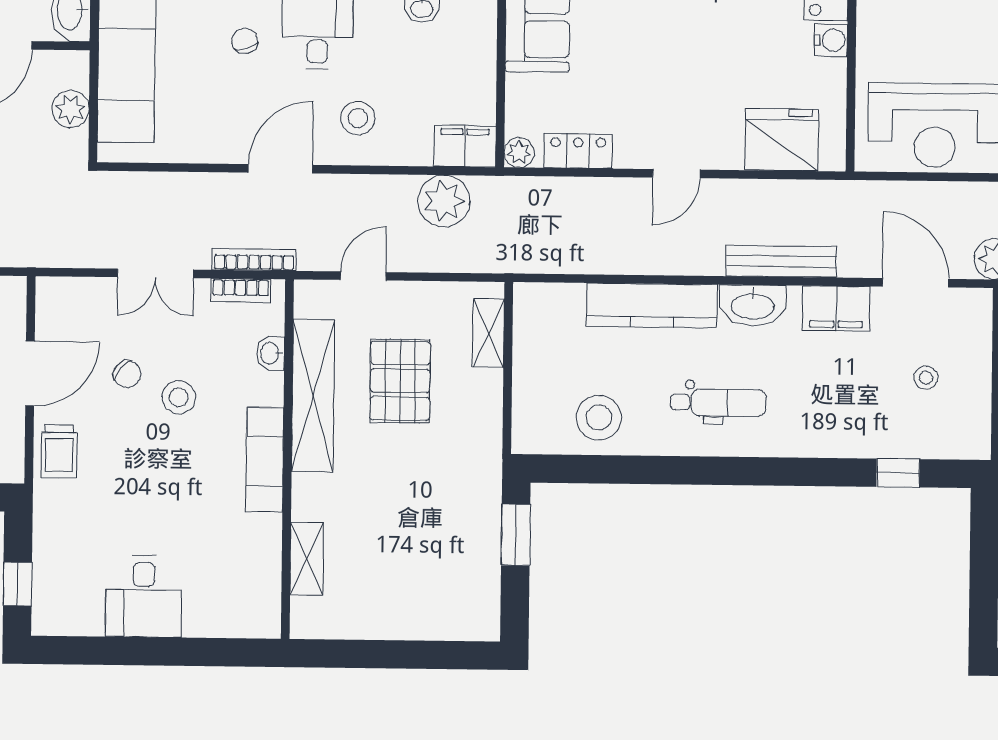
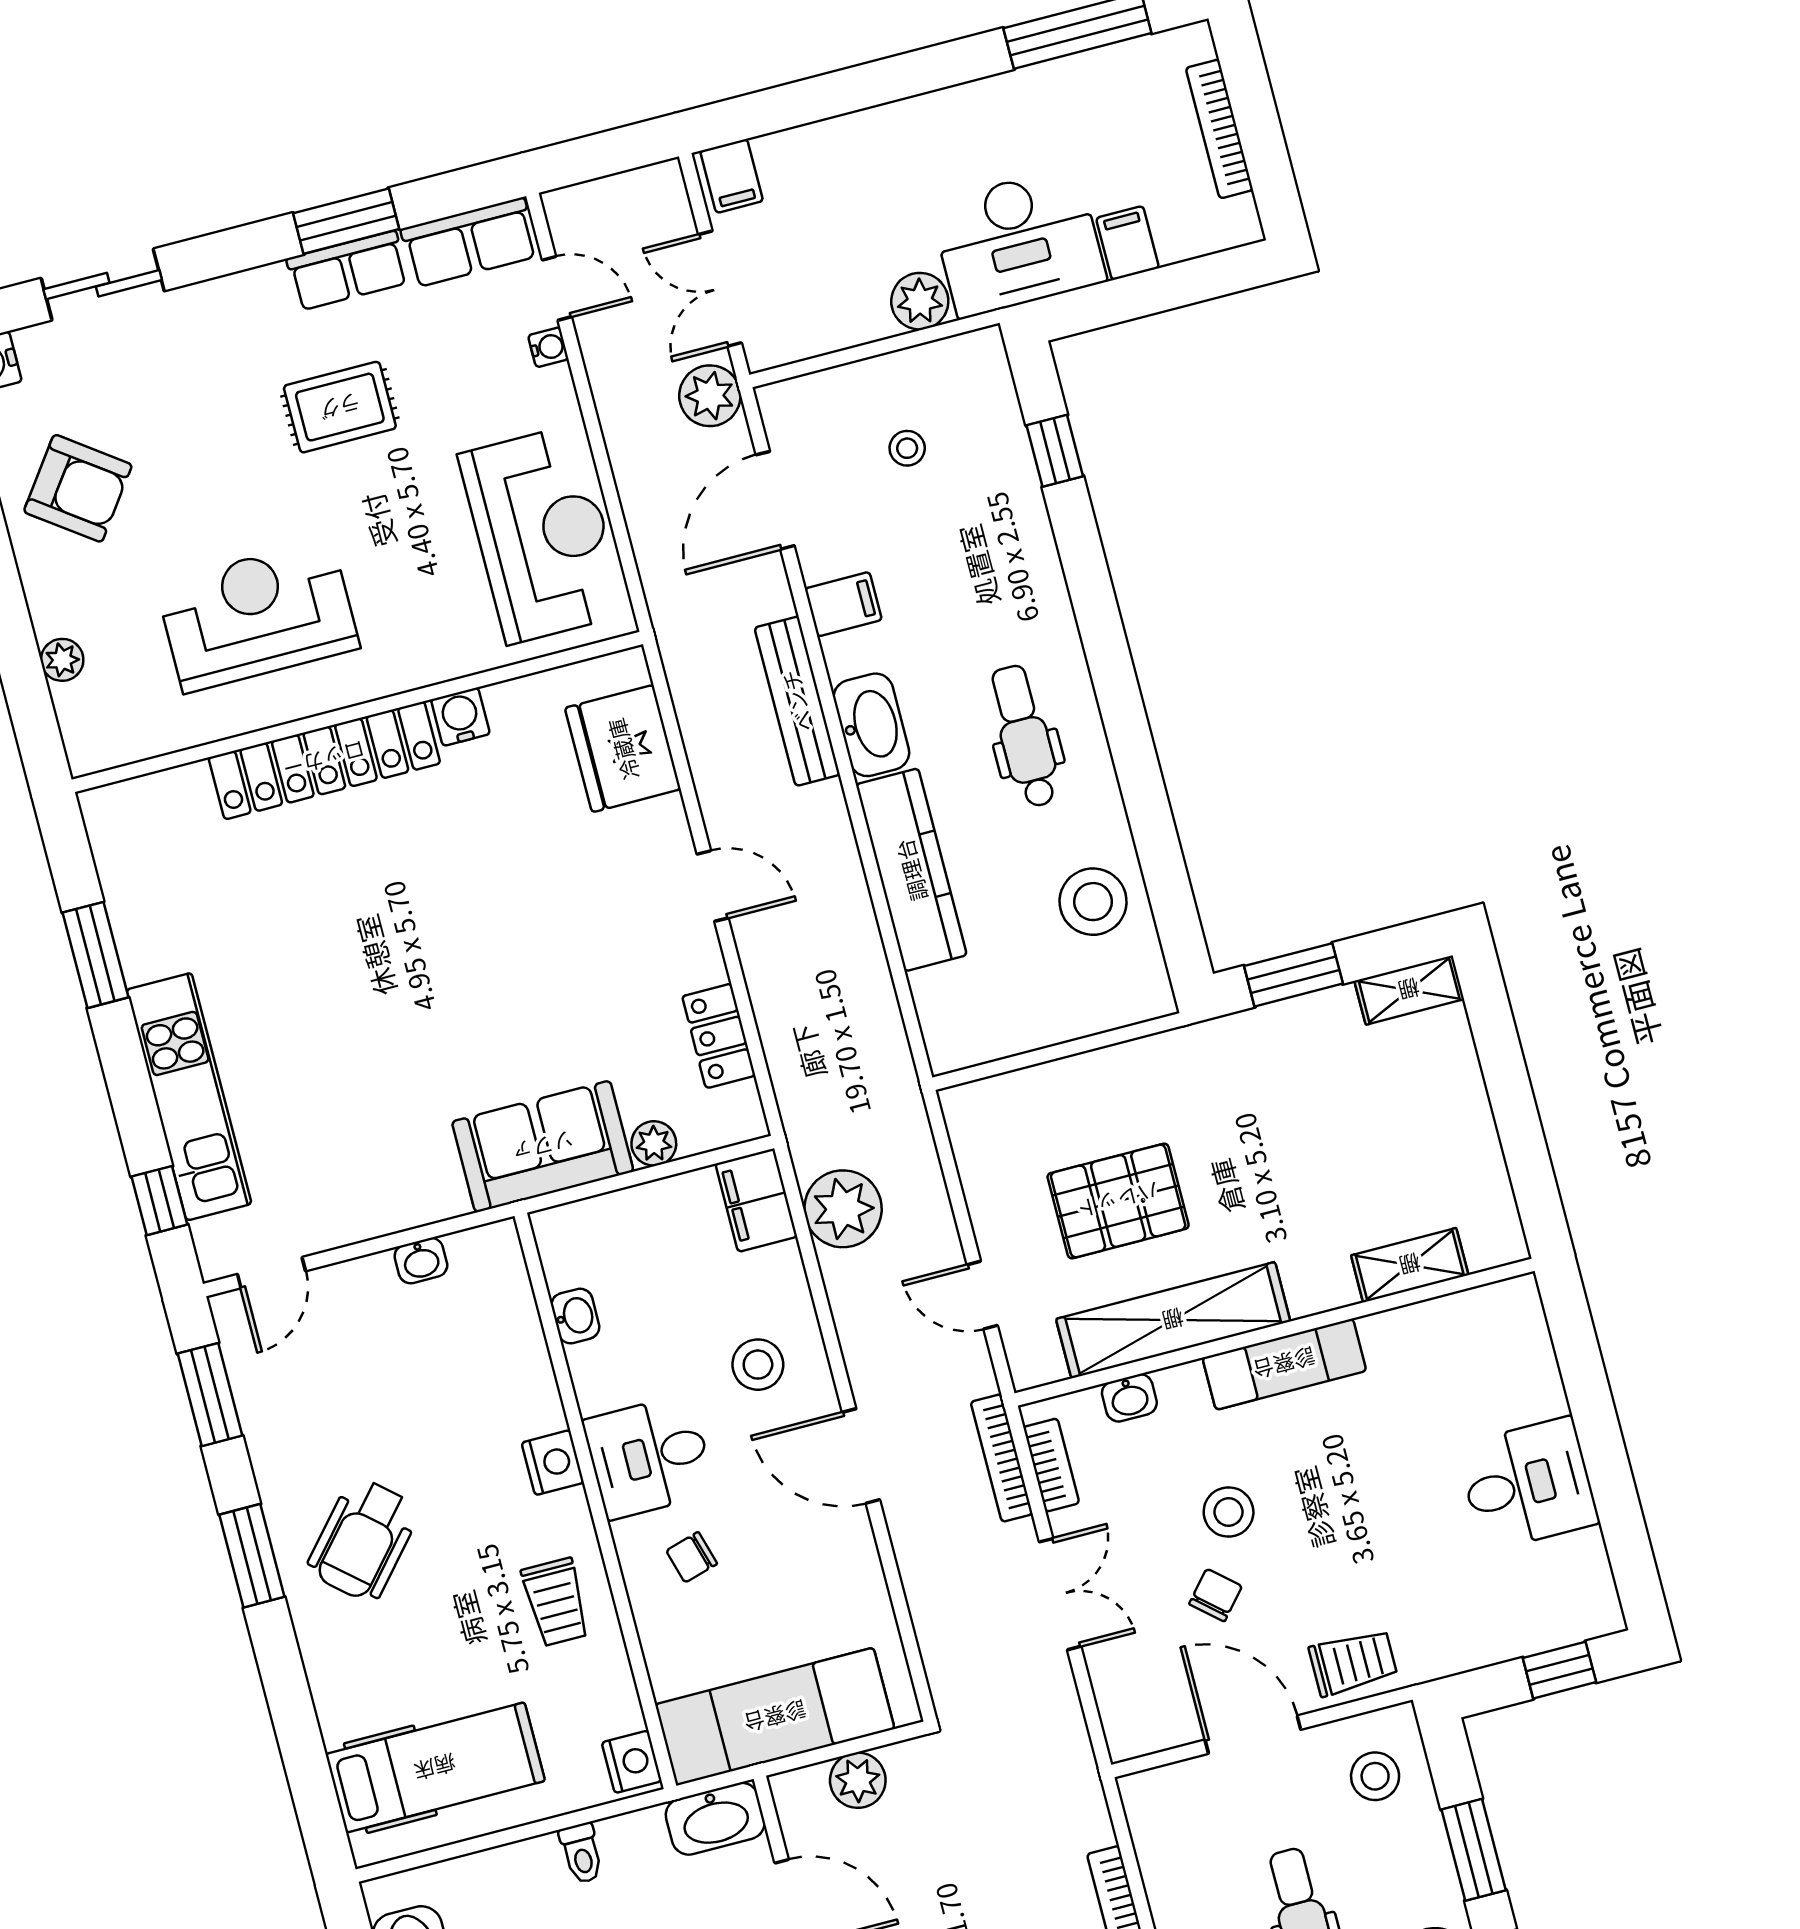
plant: (519, 152) -> (654, 1143), moved
filing cabinet: (836, 308) -> (843, 604), width x0.50
shelving: (489, 333) -> (1409, 990), moved

